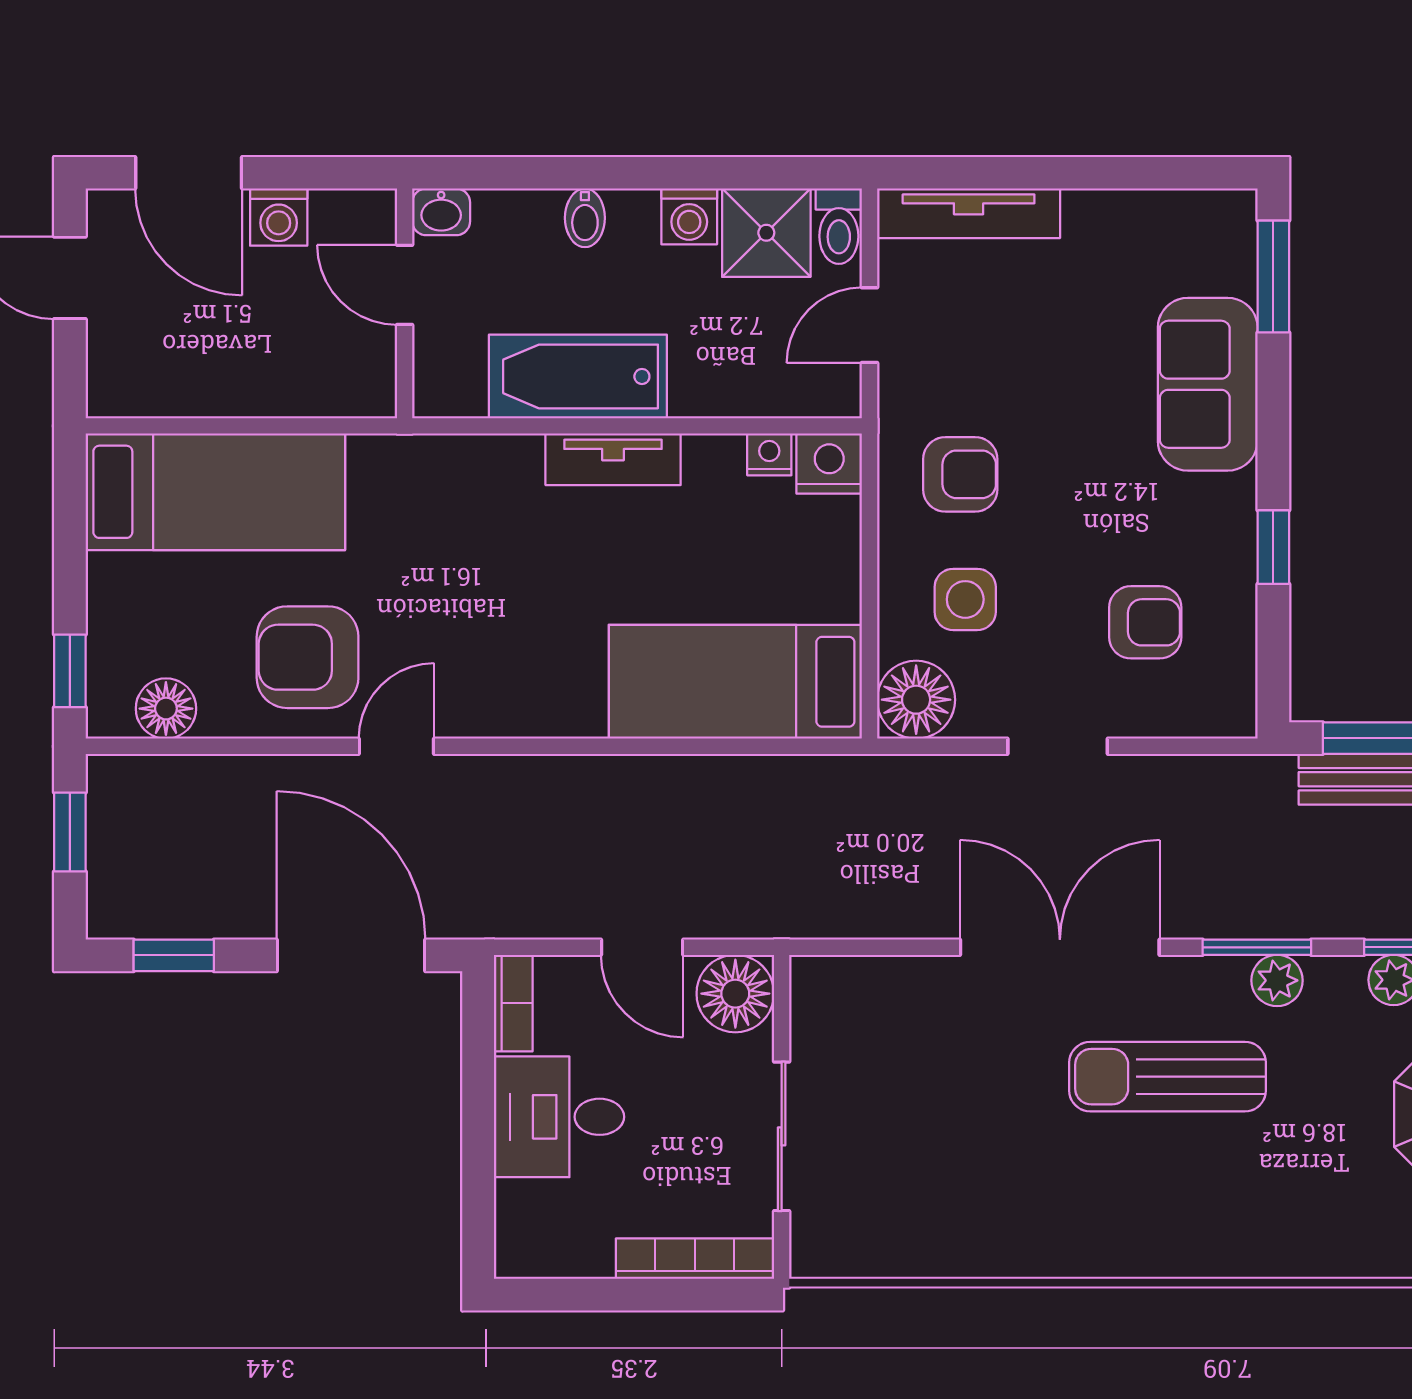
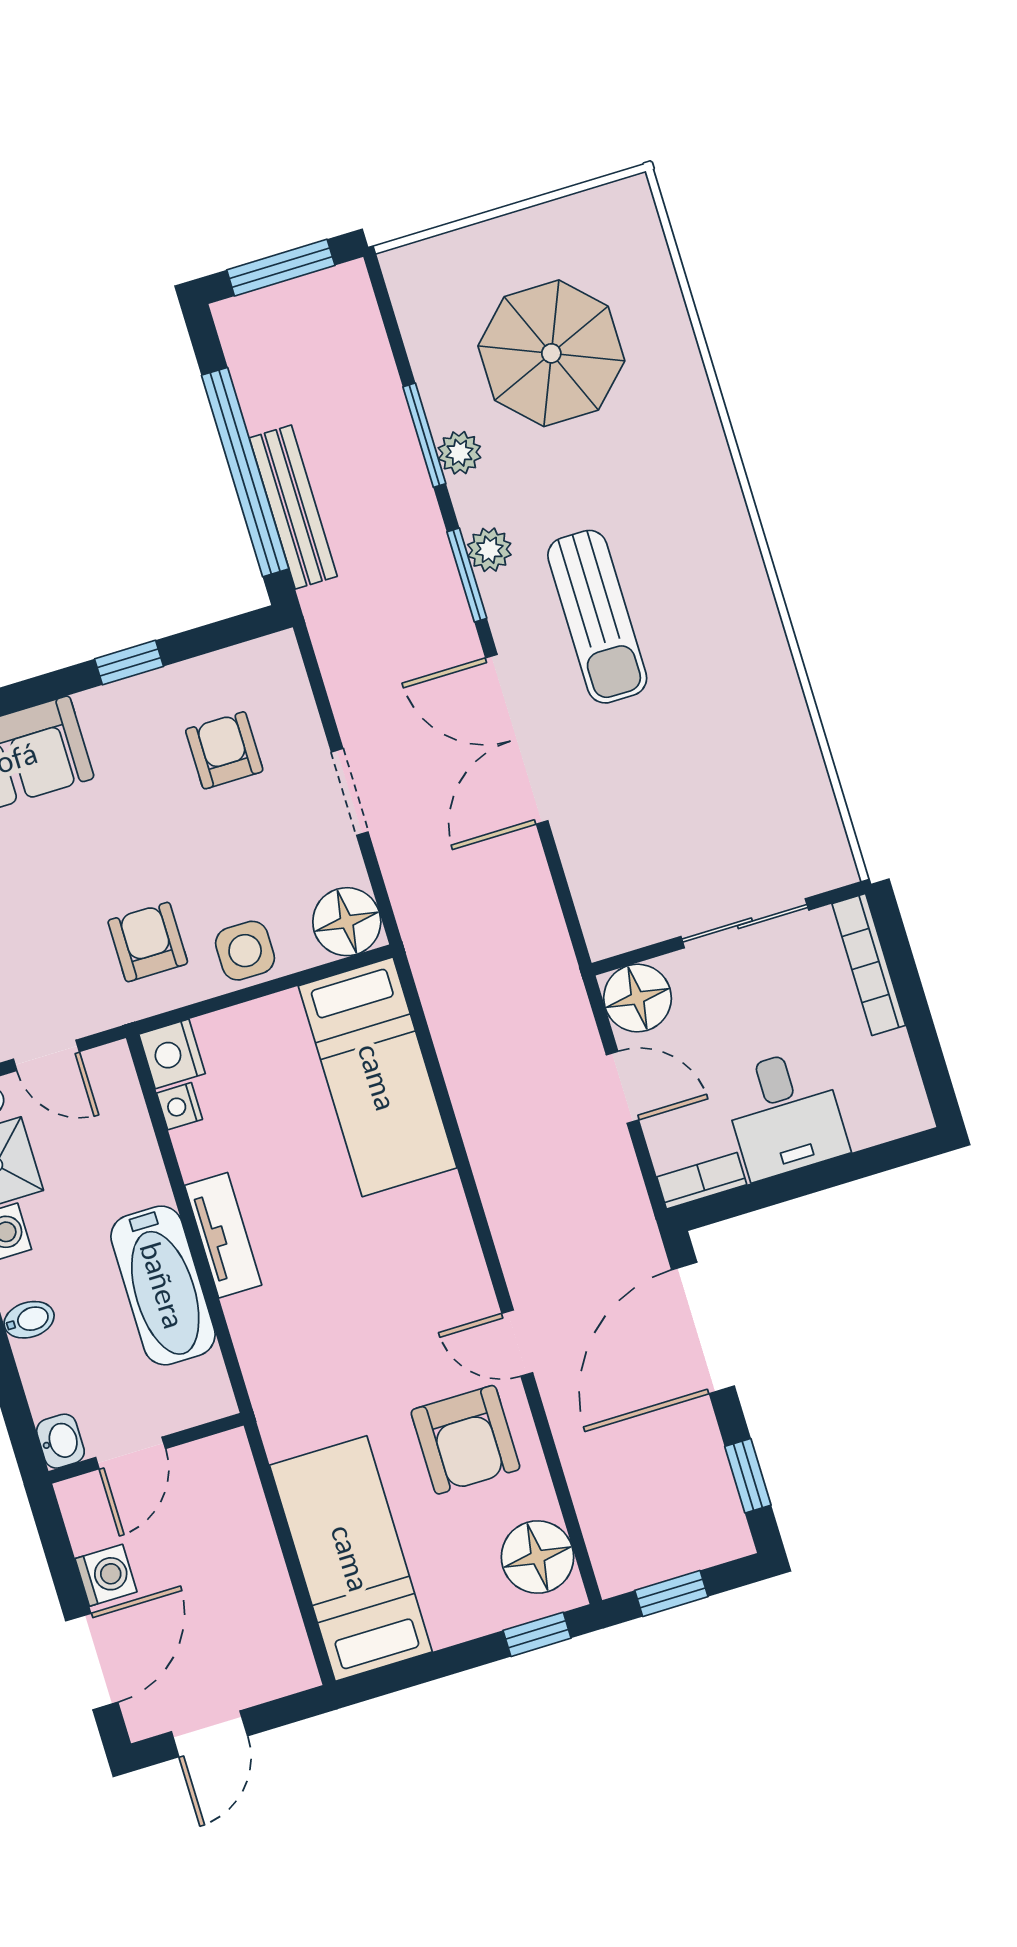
side table: (965, 599) -> (245, 951), moved
floor lamp: (166, 709) -> (538, 1557), width x1.38, depth x1.38
door: (642, 947) -> (622, 1087), hinge flipped

